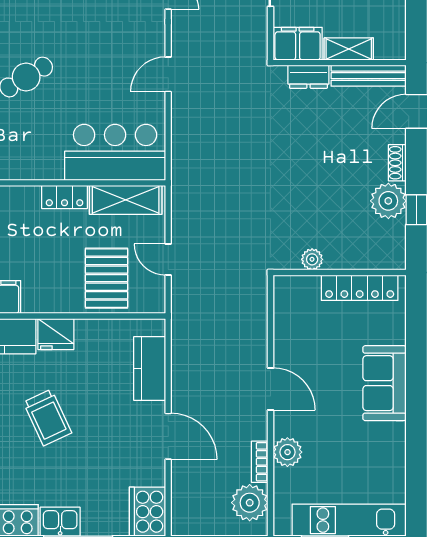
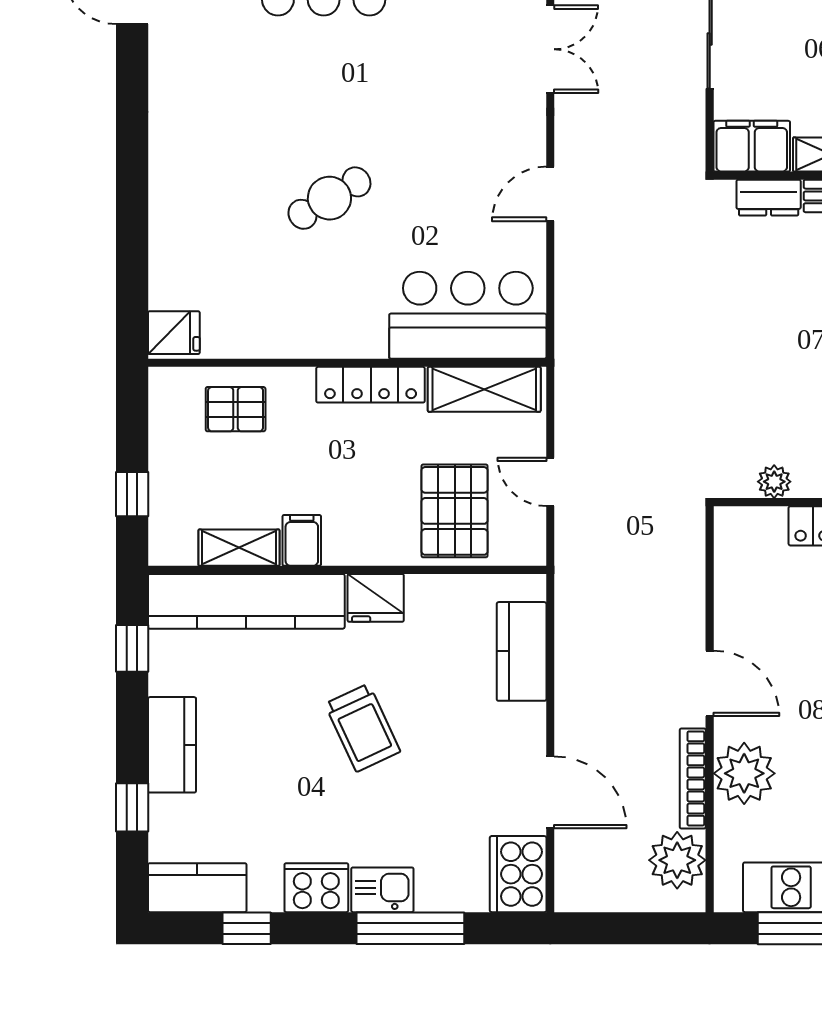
locker: (65, 197) -> (371, 385), width x1.53
door: (168, 436) -> (550, 792), moved
plant: (287, 452) -> (744, 773), width x1.36, depth x1.36
bookcase: (260, 462) -> (693, 778), width x1.56

